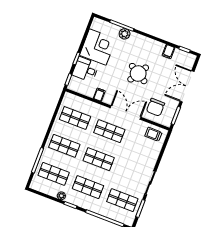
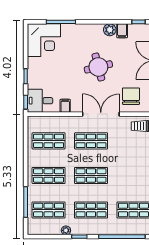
plant: (125, 34) -> (110, 30), moved
corner desk: (98, 47) -> (44, 40), moved, turned 90
desk: (86, 69) -> (40, 101), moved
round table: (138, 74) -> (98, 67), turned 45
chair: (156, 107) -> (131, 96), turned 180

